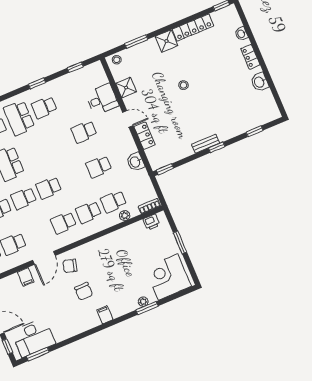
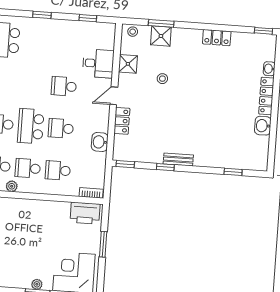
locker: (193, 28) -> (217, 38), width x0.66
shower: (166, 41) -> (161, 36), moved
locker: (250, 57) -> (266, 96), width x1.53
stool: (183, 85) -> (162, 79), moved
school desk: (44, 107) -> (31, 126), moved, width x1.85
door: (128, 119) -> (114, 96), swing flipped
window: (217, 147) -> (165, 167), moved
plant: (125, 216) -> (12, 186), moved
printer: (152, 222) -> (85, 213), width x1.87, depth x1.48

